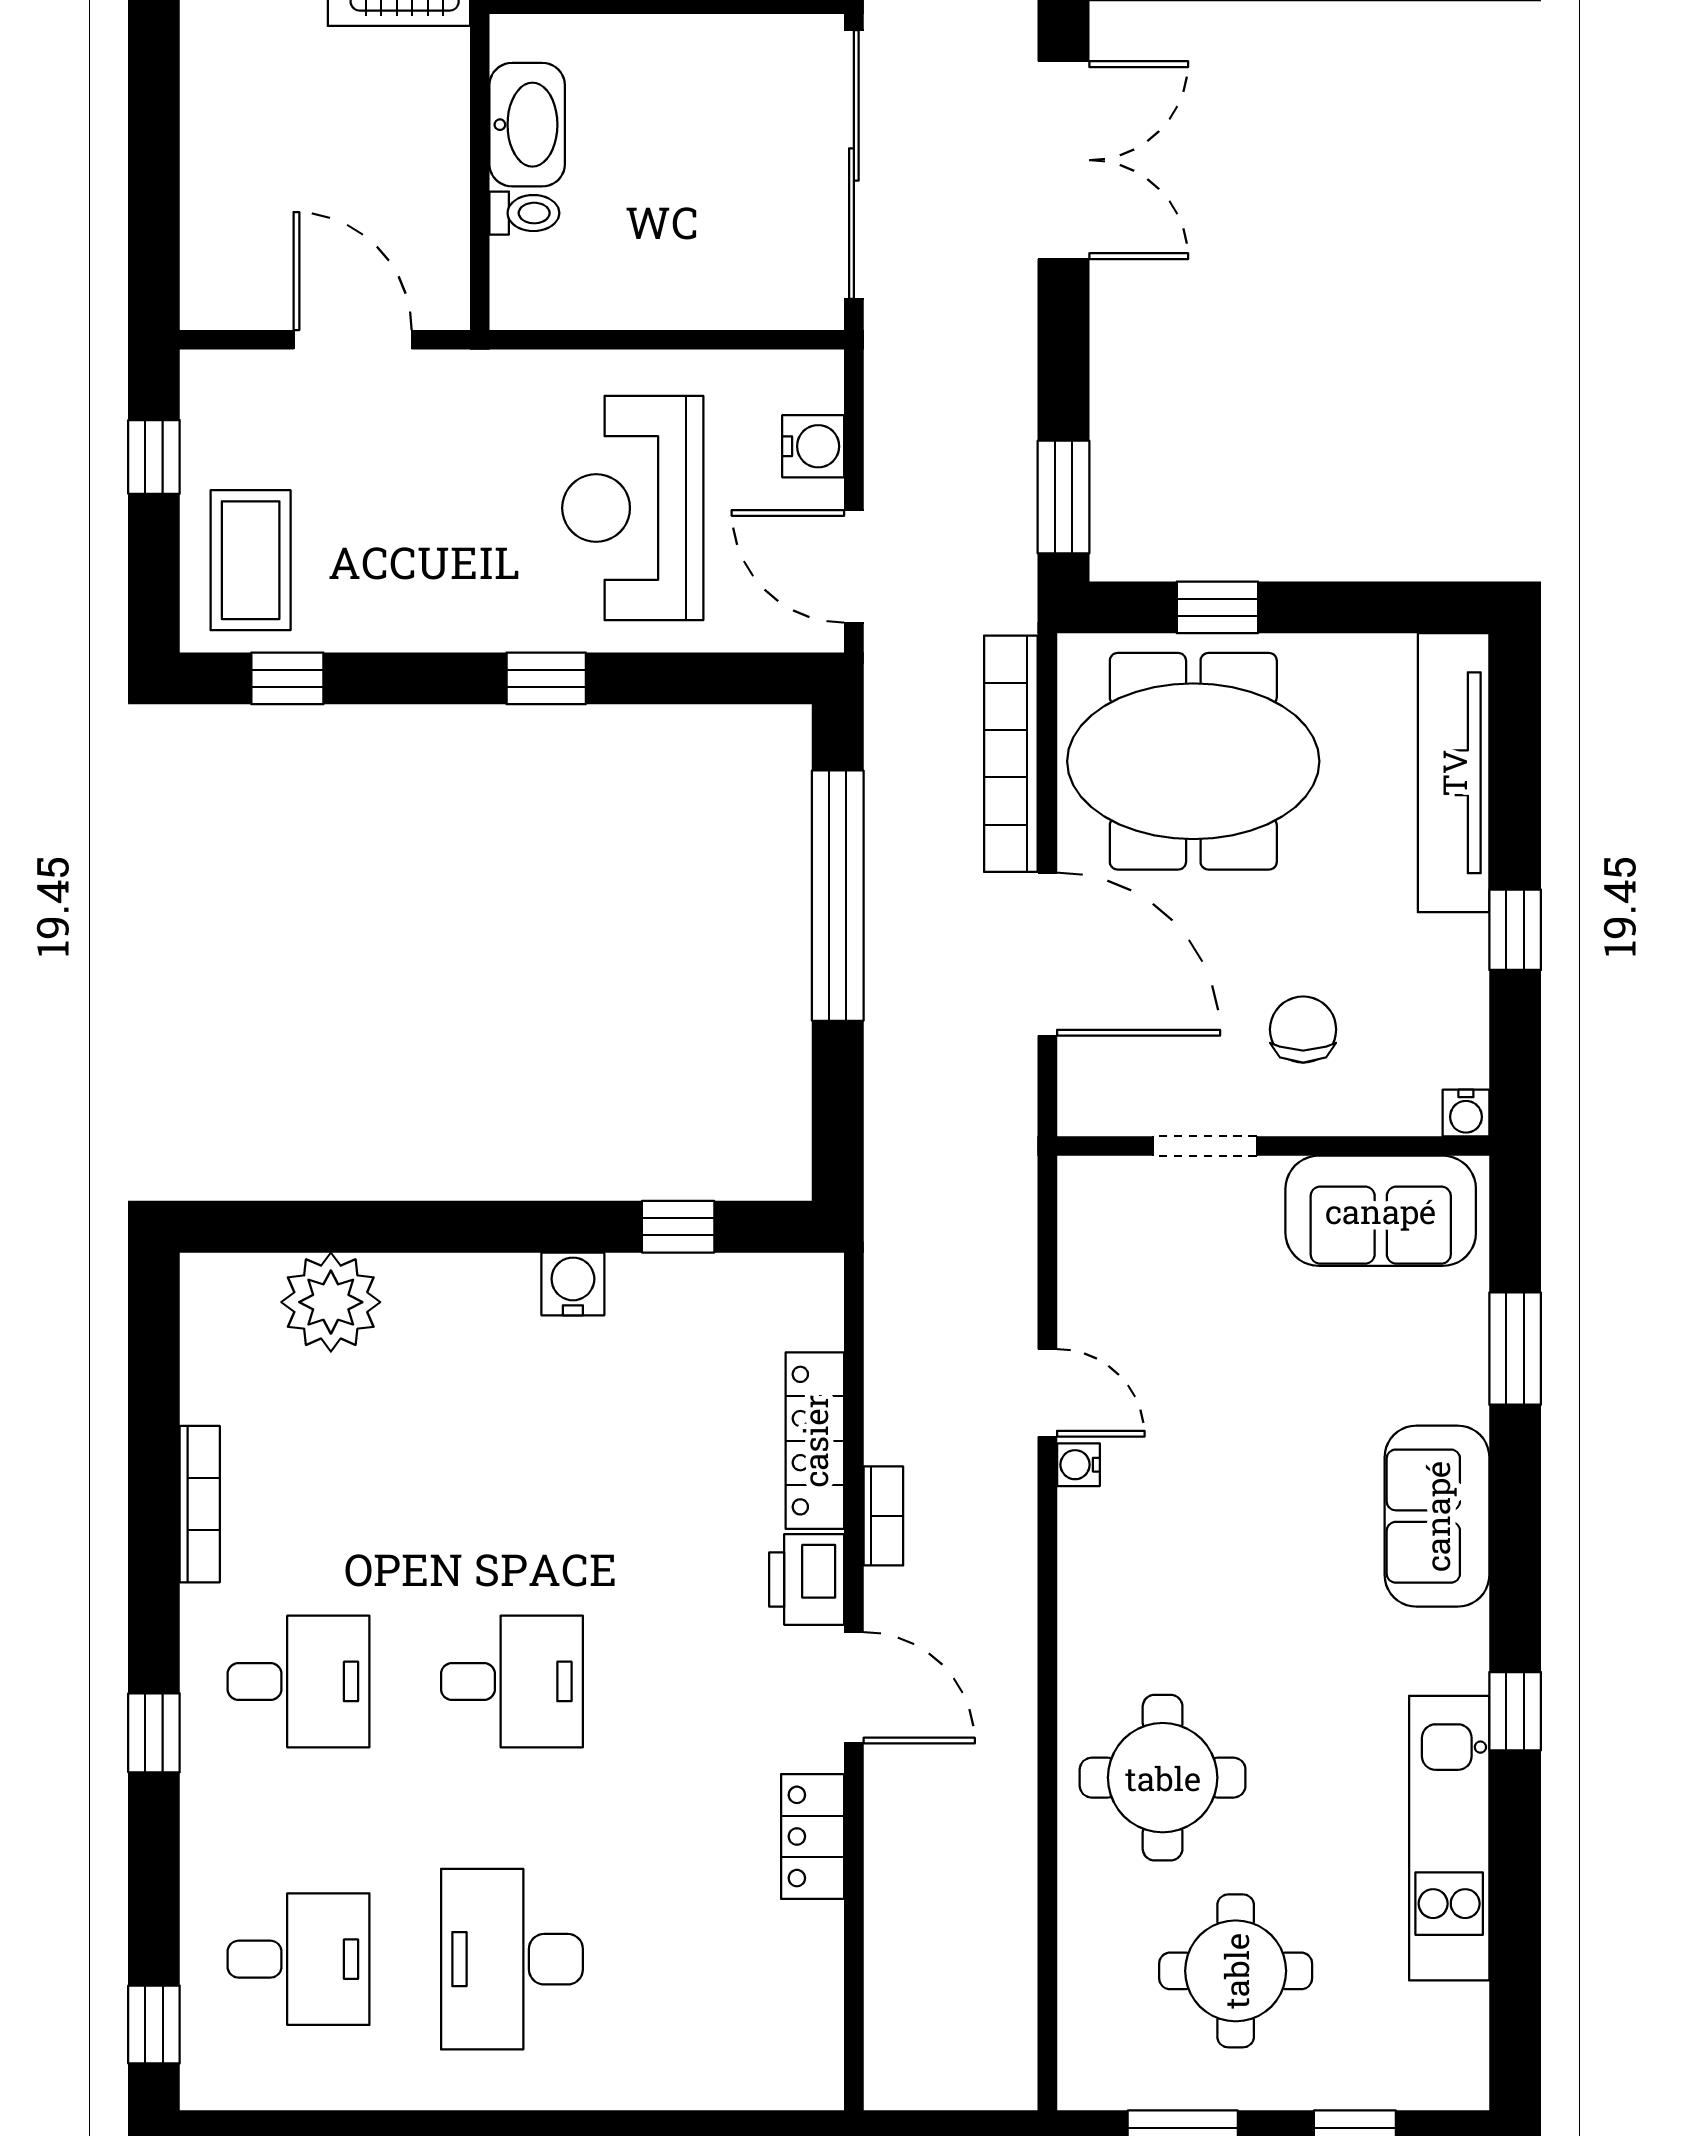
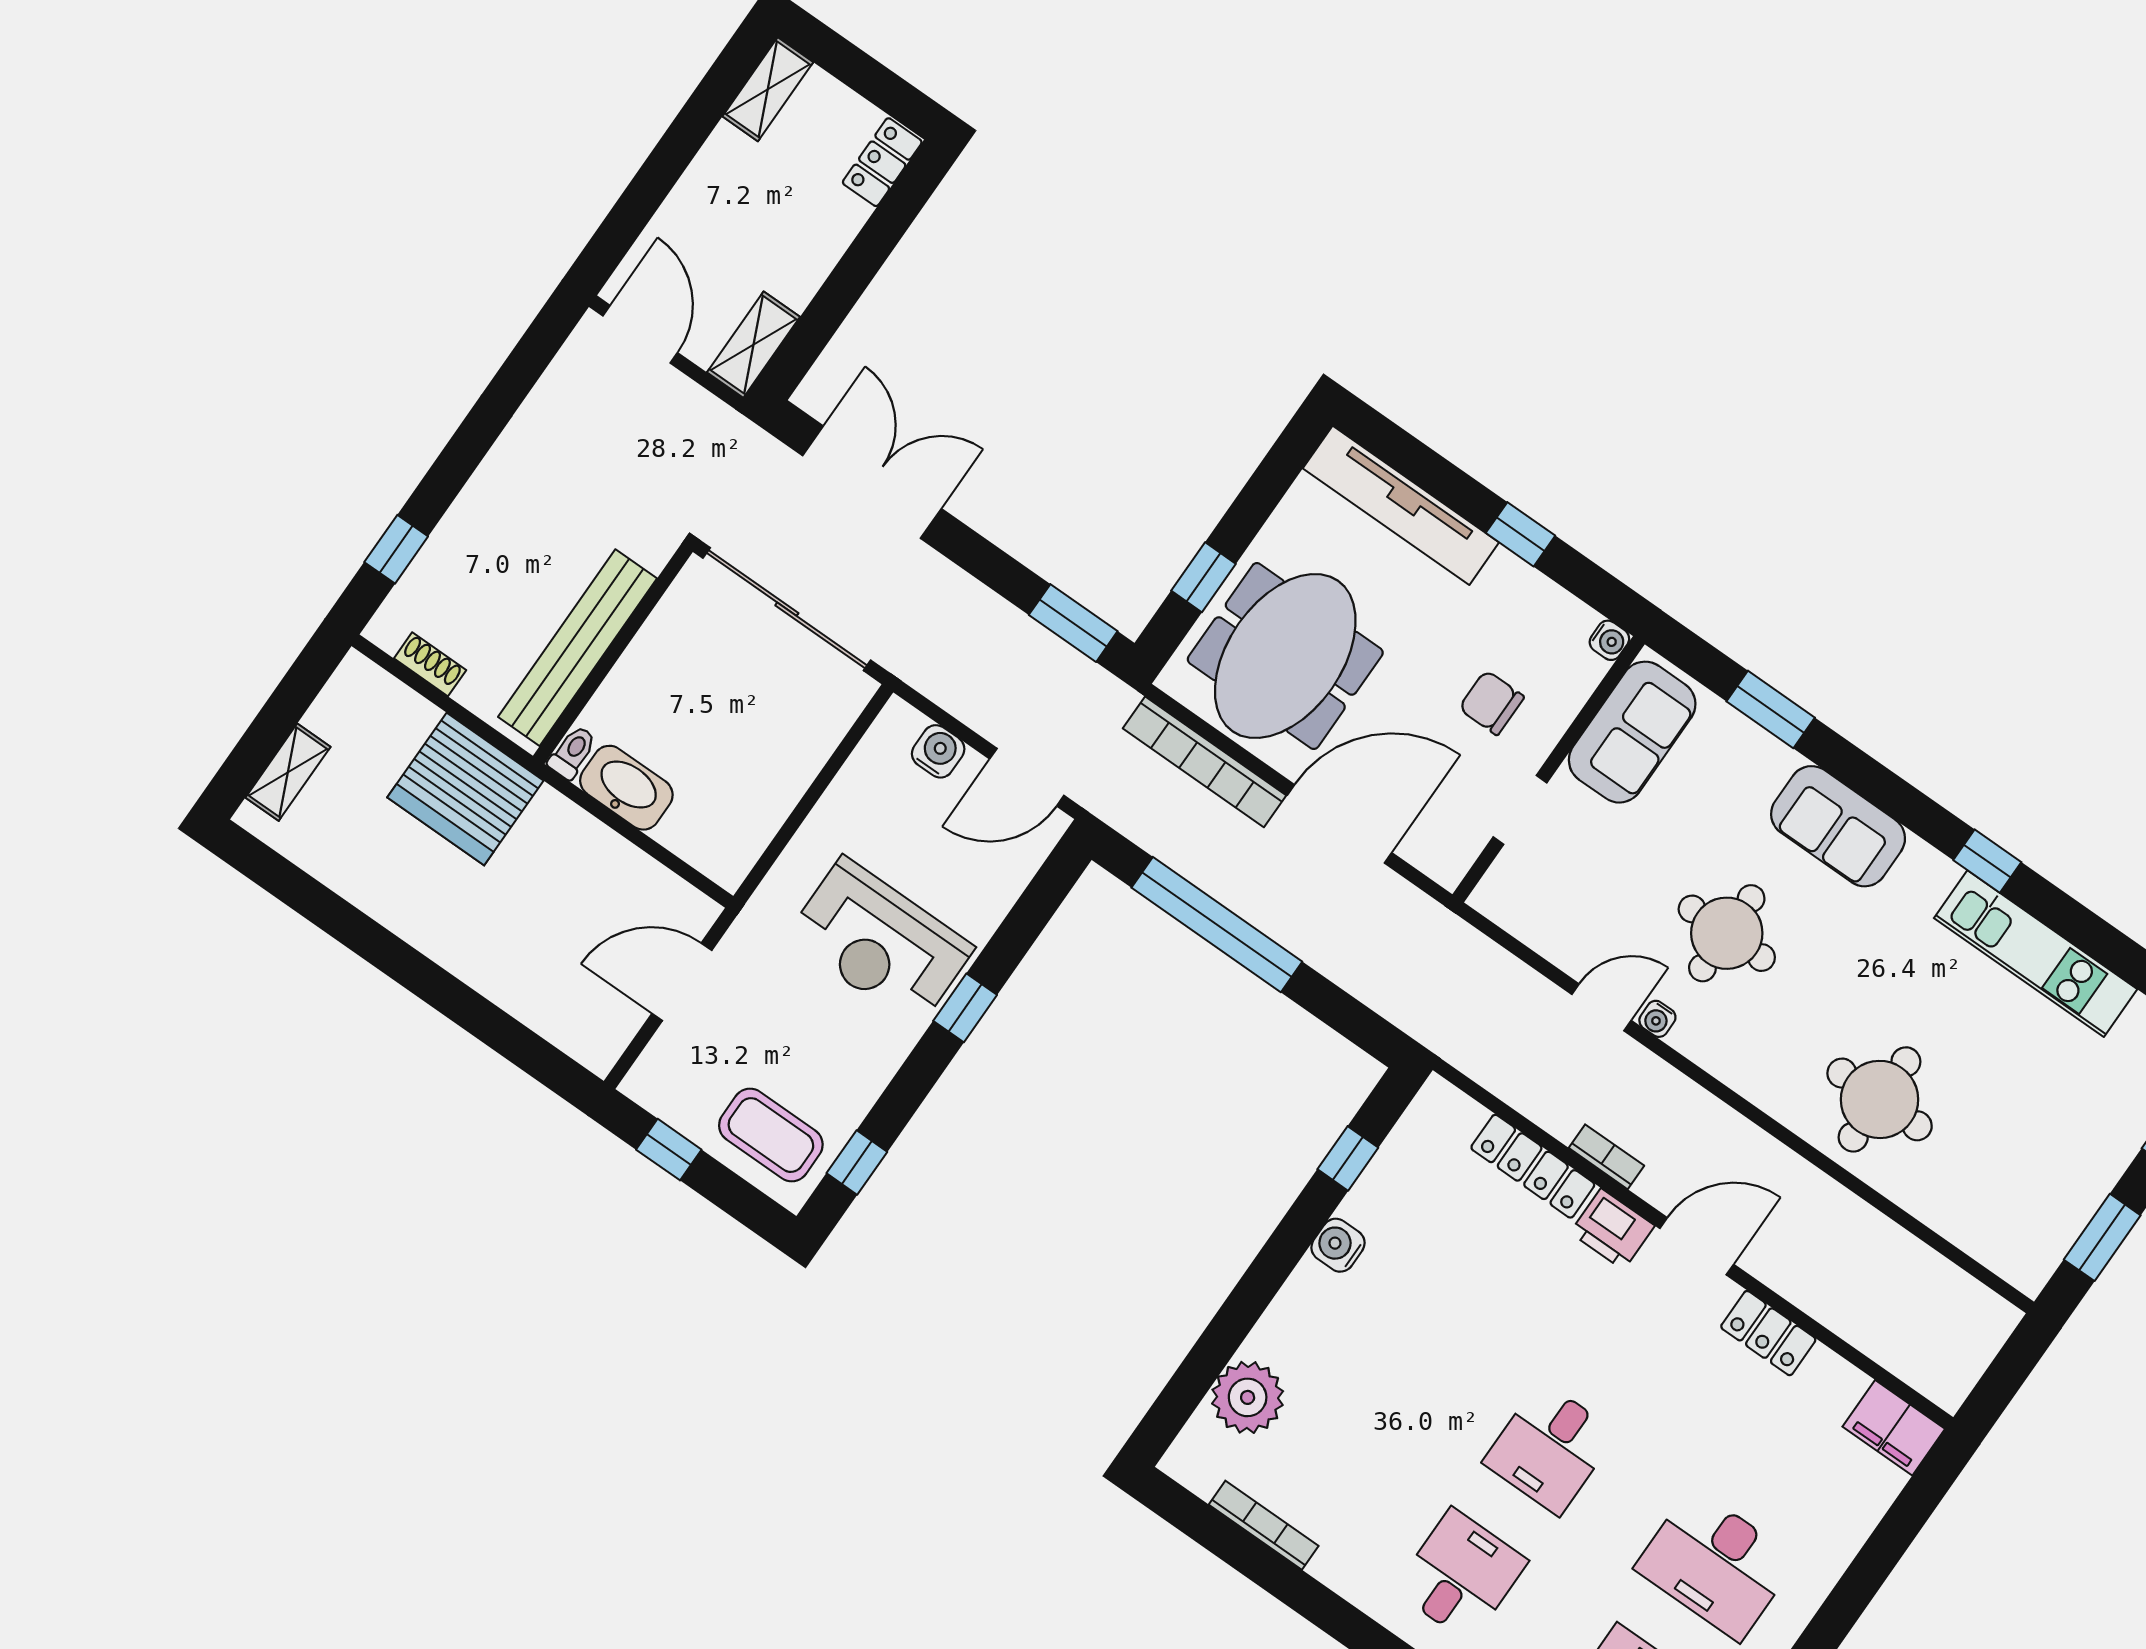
toilet: (524, 213) -> (572, 752), moved
reception desk: (633, 508) -> (880, 942), moved
bookcase: (200, 1504) -> (1264, 1525), moved
desk: (512, 1681) -> (1550, 1448), turned 180
round table: (1236, 1971) -> (1727, 933), moved
filing cabinet: (805, 2052) -> (1894, 1428), added

